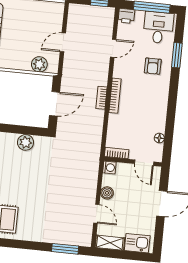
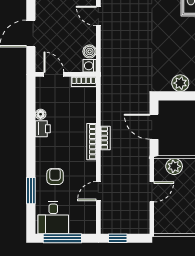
printer: (126, 16) -> (43, 129), moved, turned 90
door: (55, 104) -> (154, 127), hinge flipped
floor lamp: (159, 138) -> (41, 114), moved
boiler: (107, 193) -> (90, 51), moved

